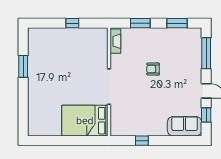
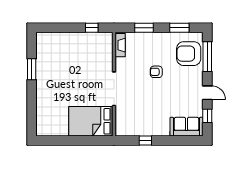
window: (72, 23) -> (92, 28), moved
armchair: (187, 50) -> (189, 54), added

